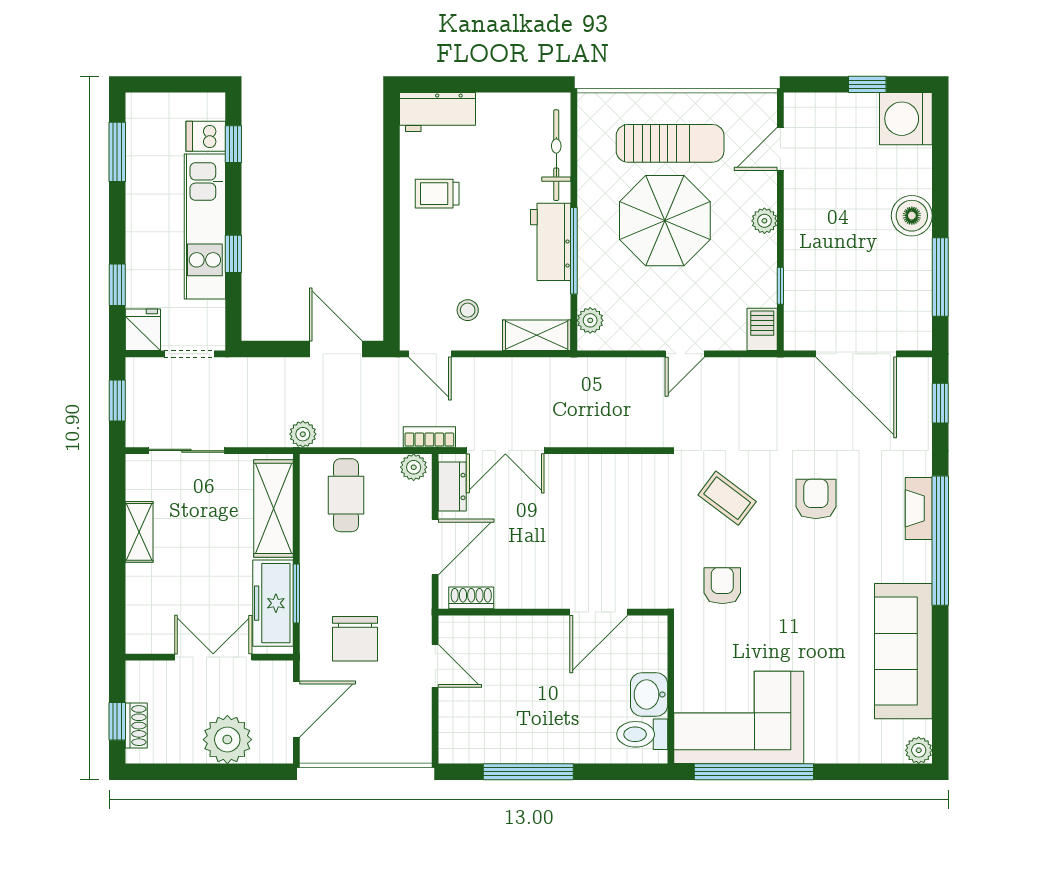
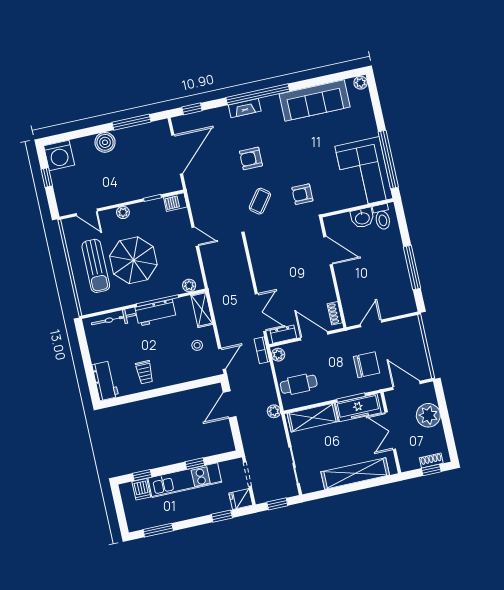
sun lounger: (670, 143) -> (96, 266), turned 180
shelving: (139, 532) -> (355, 473), width x2.20, depth x1.33

